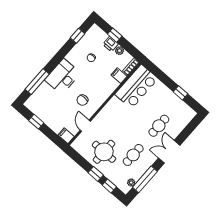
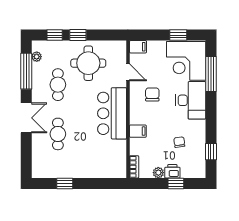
filing cabinet: (119, 76) -> (138, 131), moved
bar counter: (136, 87) -> (112, 113), moved
corner desk: (45, 102) -> (186, 61), added

